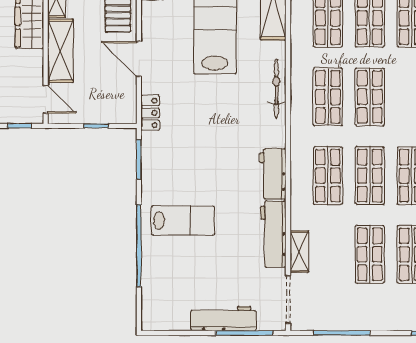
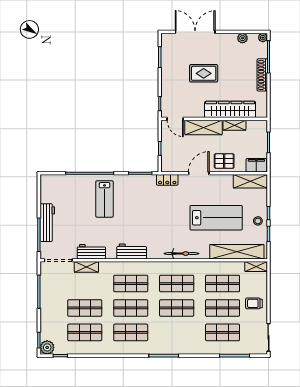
door: (46, 99) -> (175, 119), hinge flipped
workbench: (273, 234) -> (91, 252), width x0.73

